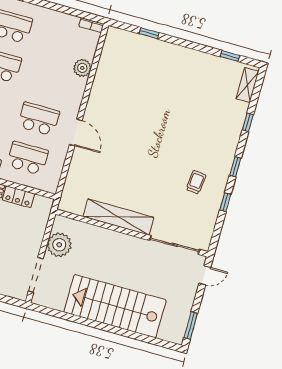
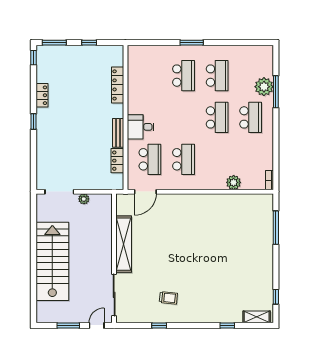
window: (149, 33) -> (276, 228), width x2.17
door: (76, 132) -> (145, 192), moved
window: (235, 167) -> (189, 326), removed
plant: (59, 245) -> (84, 199), width x0.53, depth x0.53
door: (205, 275) -> (97, 326), swing flipped
window: (191, 326) -> (68, 326), moved

